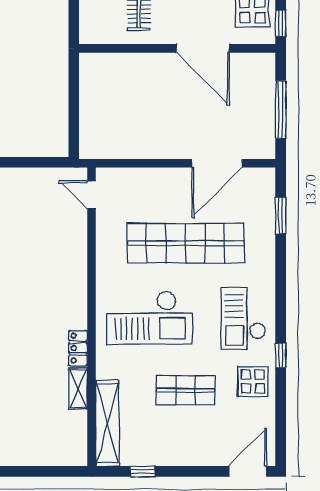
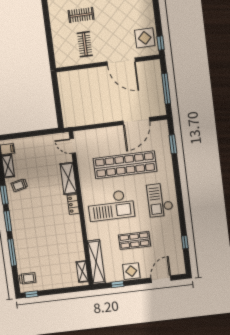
shelving: (75, 256) -> (68, 179), added
locker: (78, 348) -> (73, 204), moved
window: (281, 355) -> (185, 242), moved
display table: (253, 381) -> (131, 271), moved
shelving: (78, 389) -> (82, 272), moved
door: (248, 471) -> (161, 279), moved

